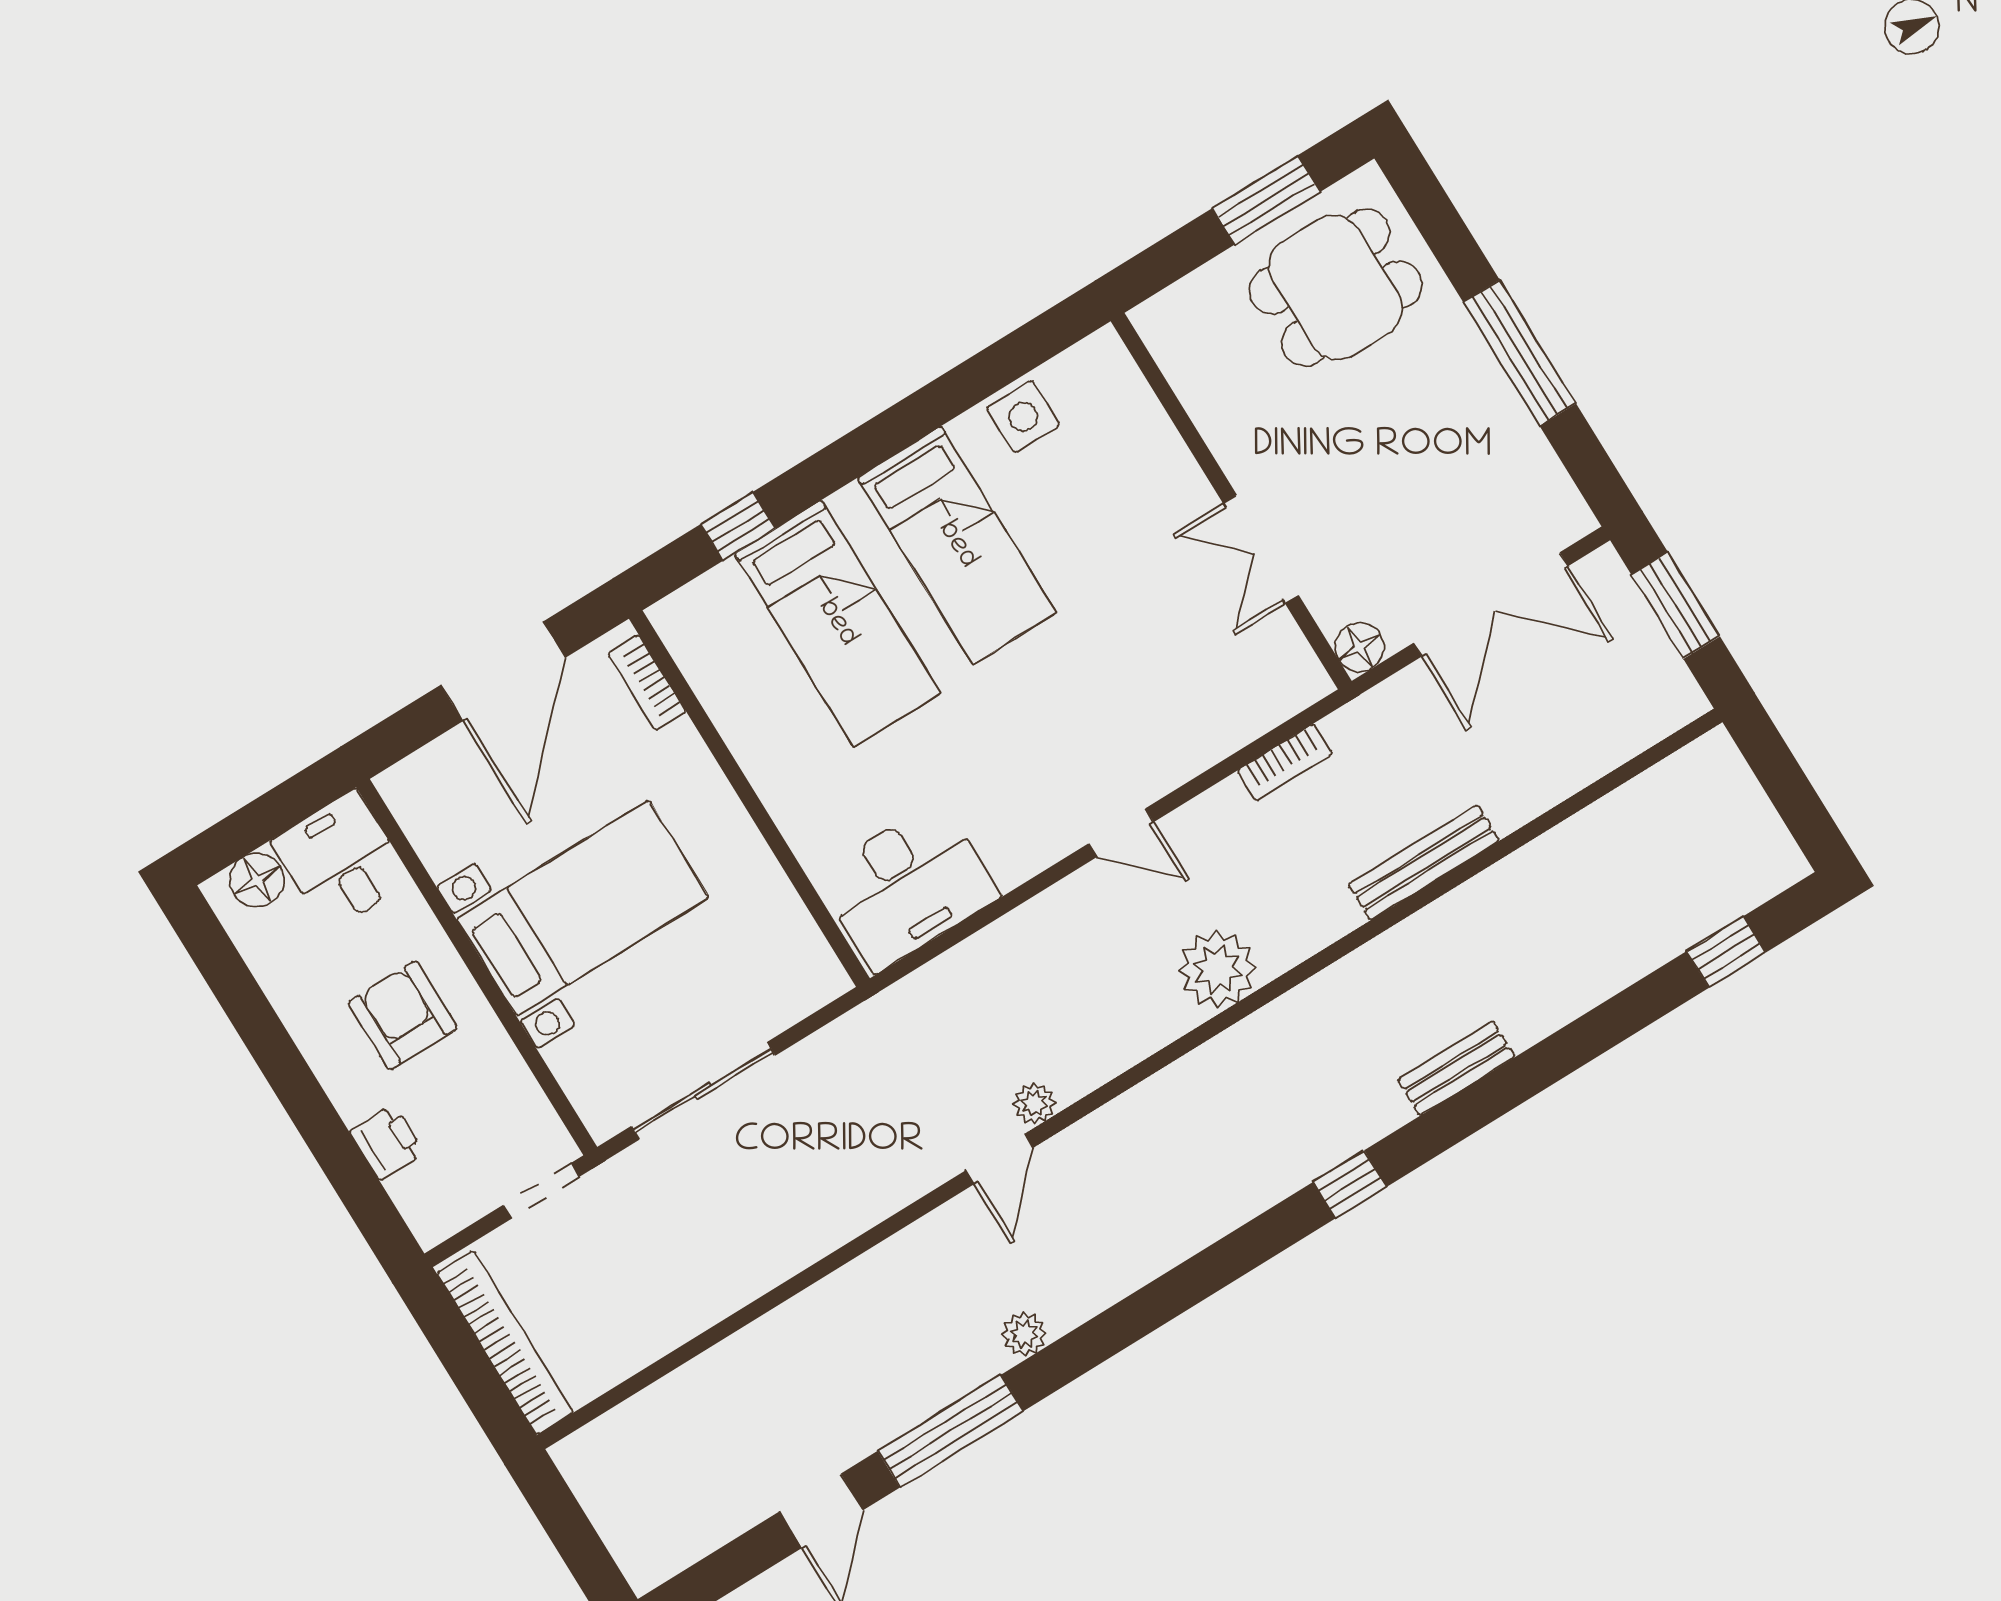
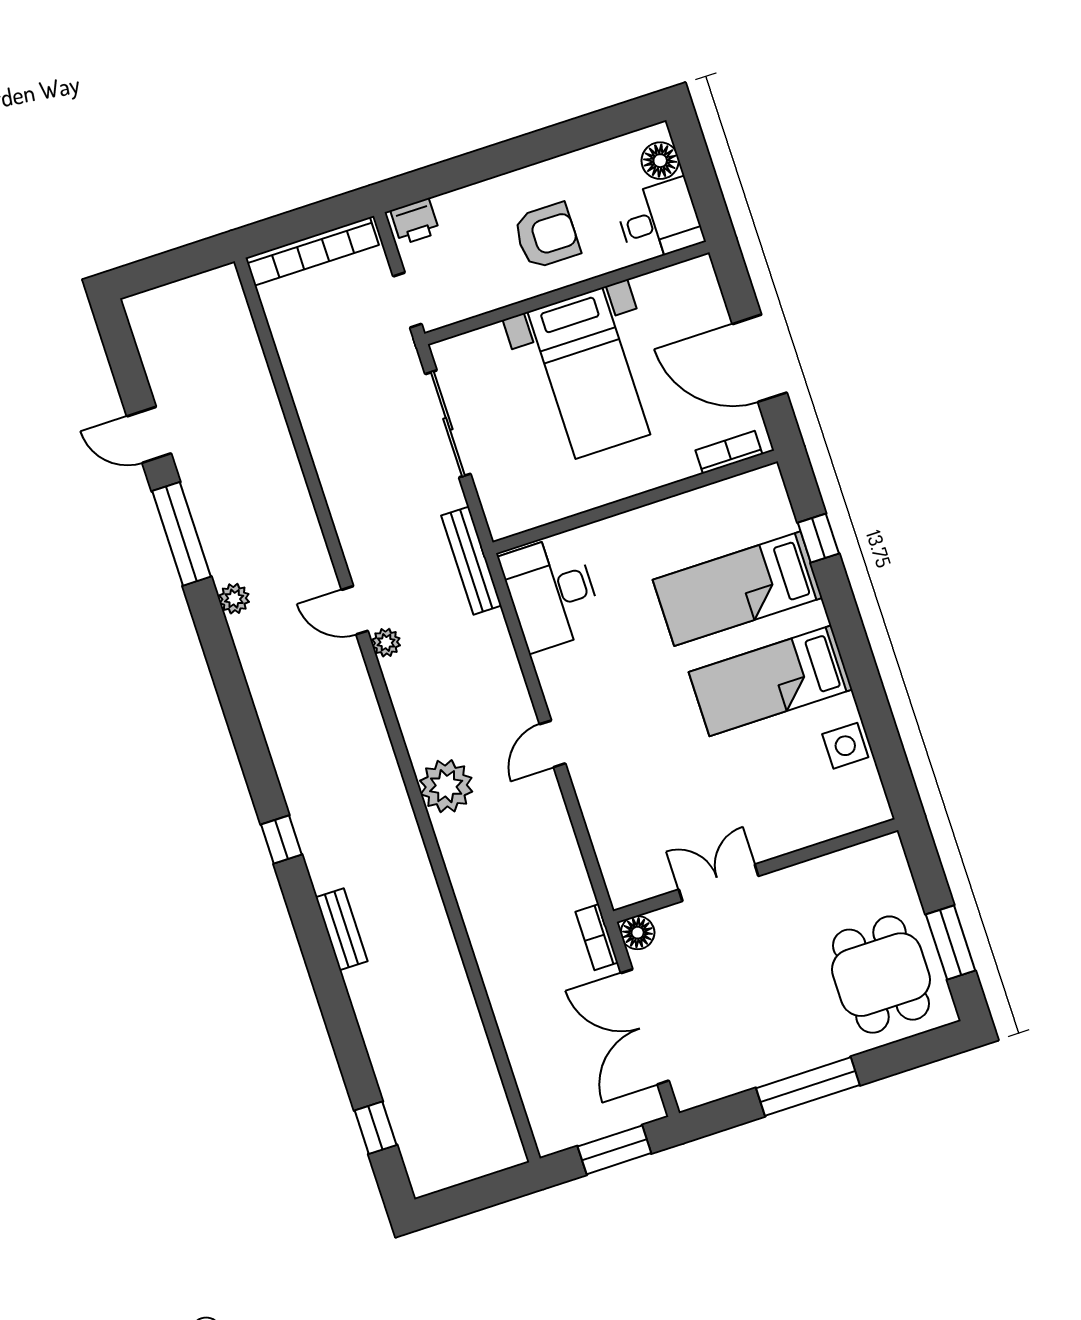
bookcase: (1285, 762) -> (597, 937), moved
bench: (1424, 862) -> (471, 561), moved
printer: (387, 1142) -> (415, 221), moved

